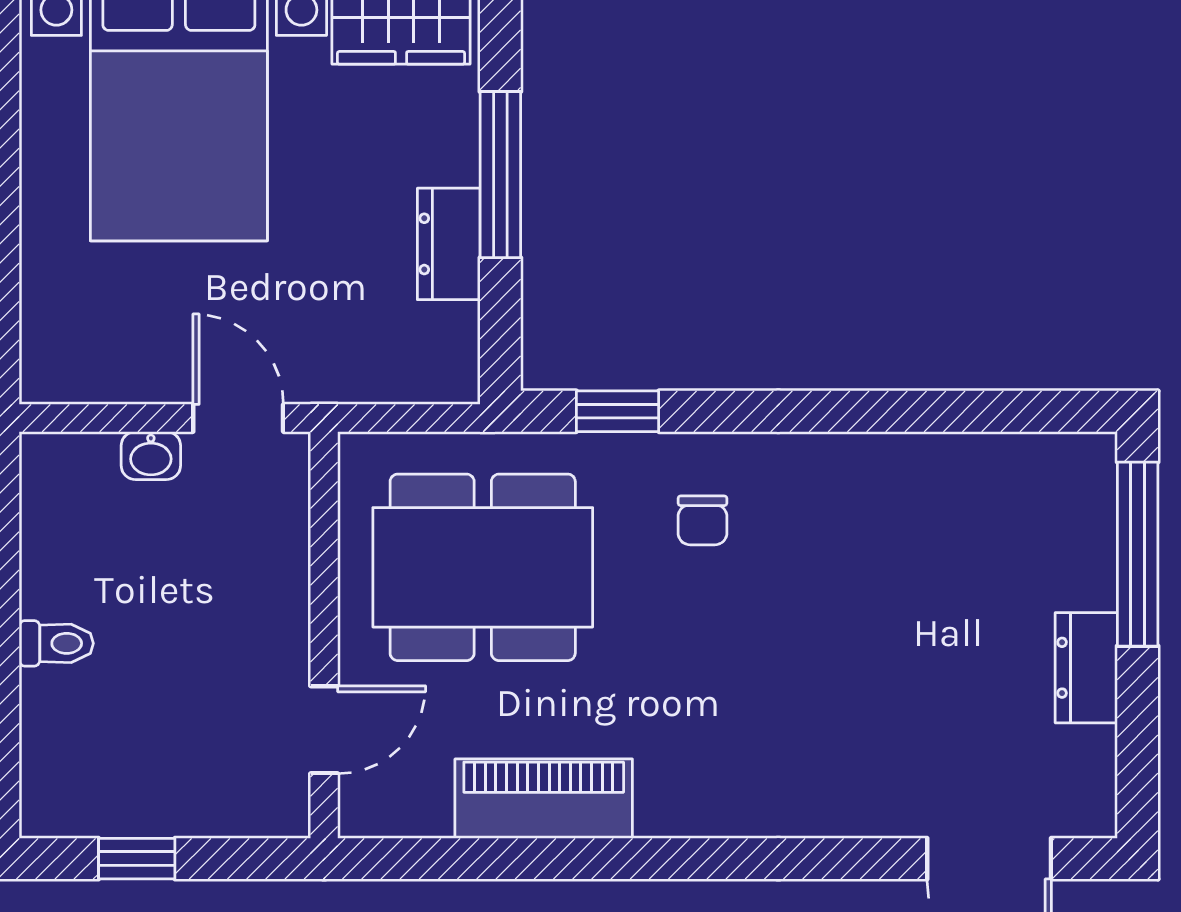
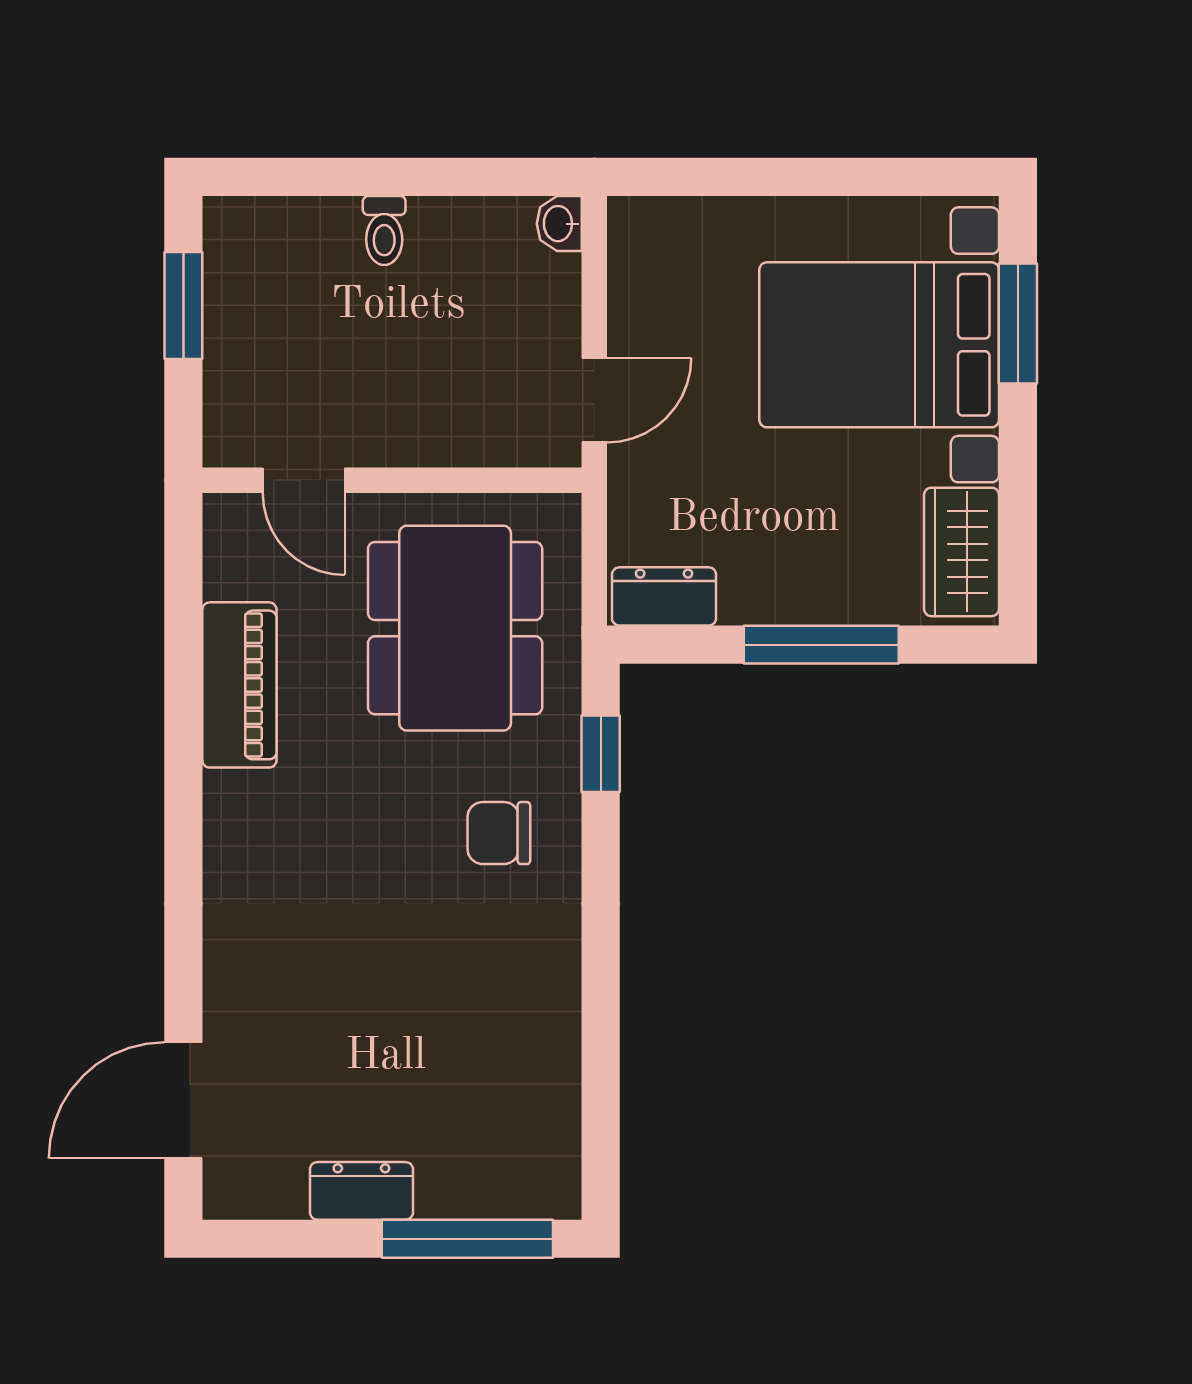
dresser: (449, 244) -> (664, 596), moved
washbasin: (151, 456) -> (559, 224), moved
chair: (702, 520) -> (499, 833), width x1.37, depth x1.37
window: (137, 859) -> (183, 306), width x1.50

